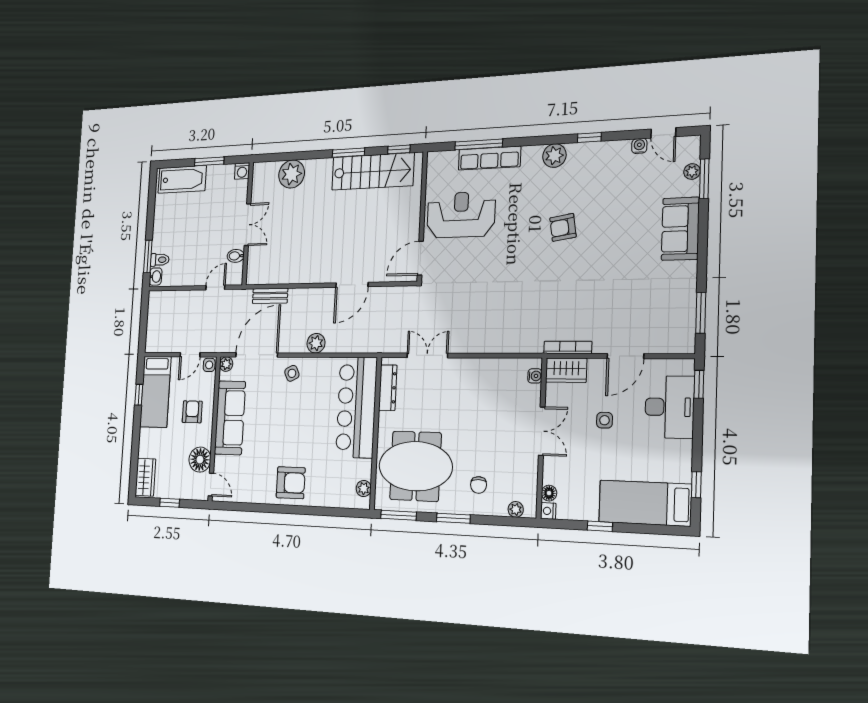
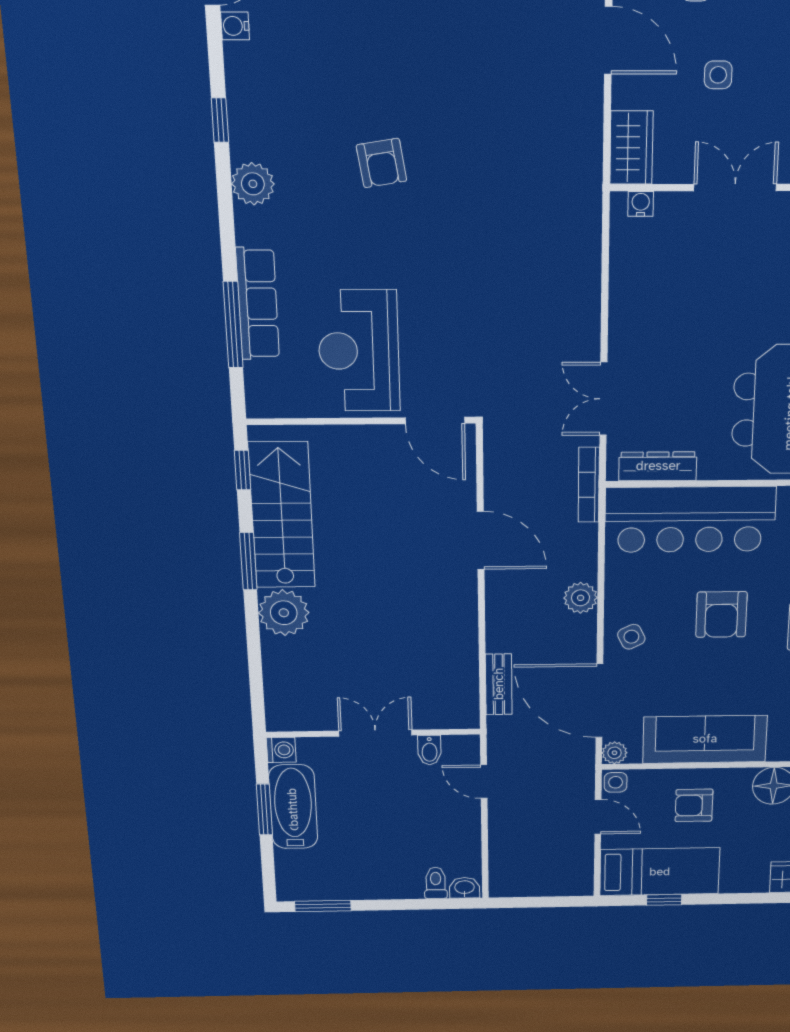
plant: (292, 174) -> (284, 613), moved
bathtub: (182, 179) -> (293, 807), moved
window: (148, 256) -> (323, 906), moved
bookcase: (568, 347) -> (589, 485), moved
armchair: (301, 427) -> (721, 614), added

